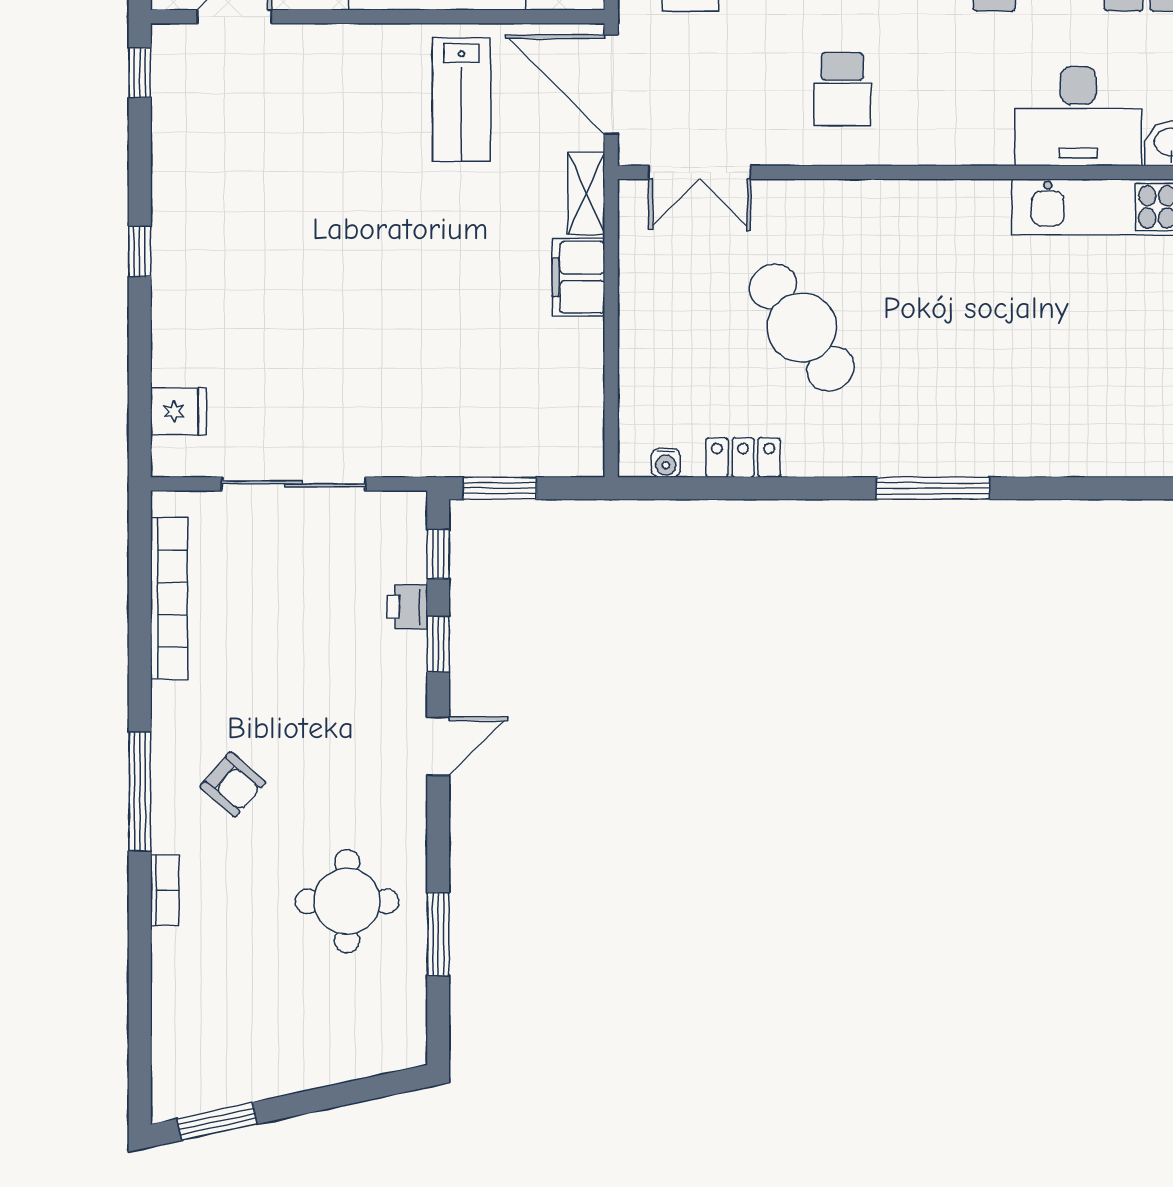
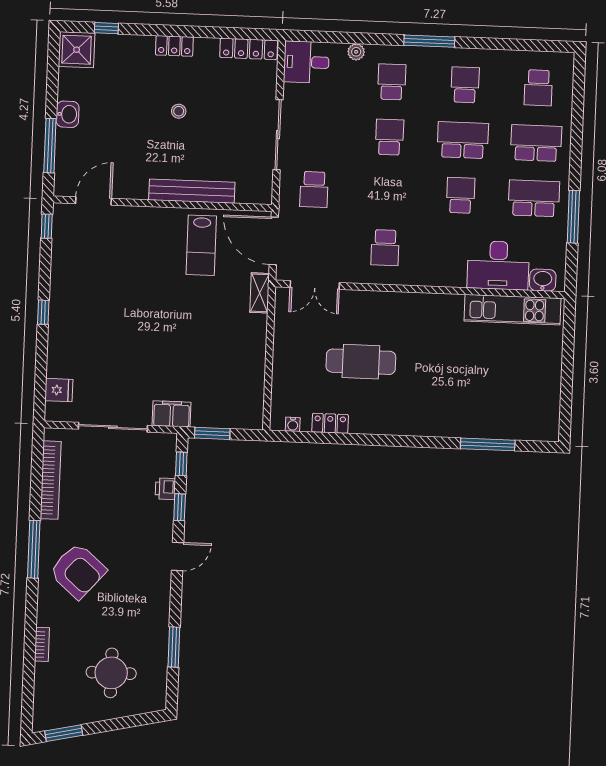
filing cabinet: (579, 277) -> (172, 414), moved, turned 90
cafe table: (802, 327) -> (361, 362), turned -55
window: (933, 488) -> (488, 444), moved
armchair: (233, 784) -> (78, 571), width x1.88, depth x1.88
window: (140, 792) -> (34, 549), moved
bookcase: (165, 890) -> (42, 644), moved
round table: (347, 901) -> (111, 673), moved

